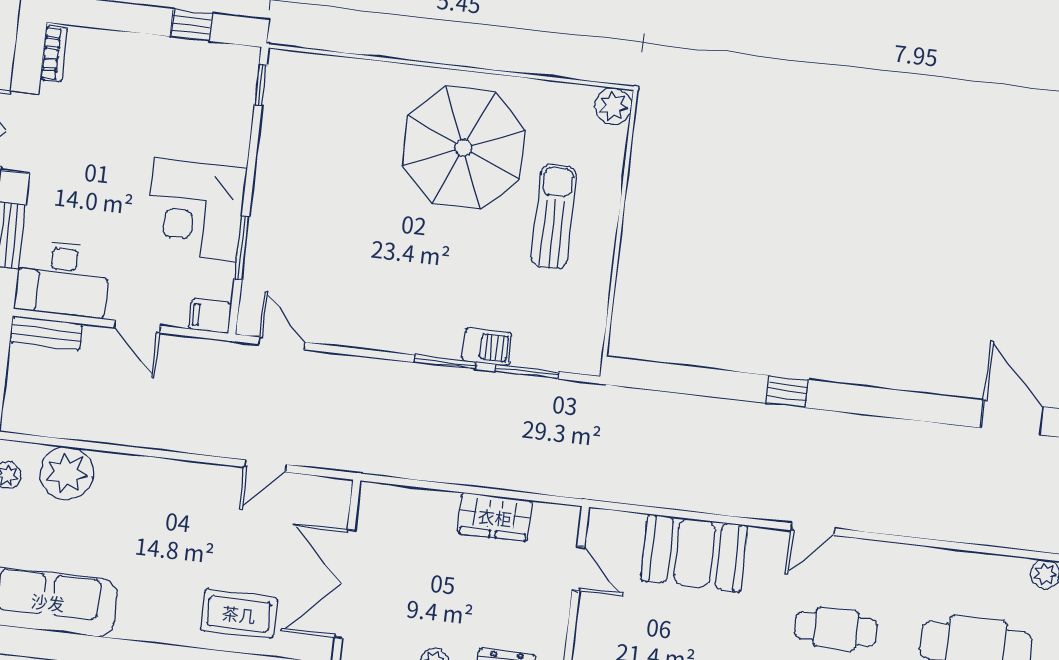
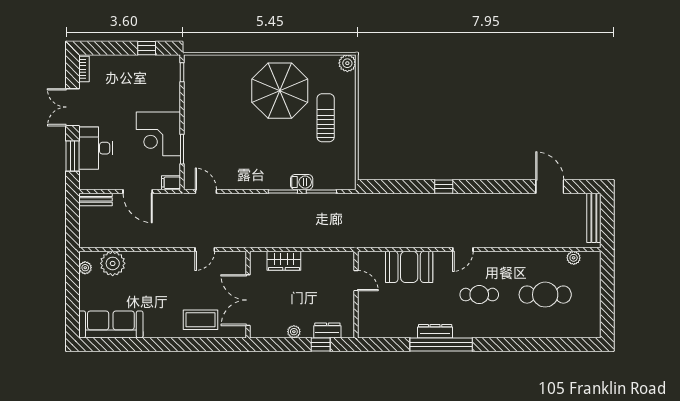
desk: (62, 279) -> (96, 148), moved, turned 90
door: (137, 327) -> (138, 191), width x1.38
wardrobe: (495, 517) -> (284, 261), moved

